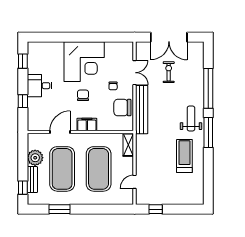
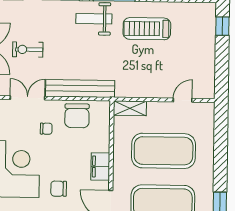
chair: (83, 95) -> (59, 189), moved
door: (135, 182) -> (183, 100), swing flipped
window: (156, 209) -> (222, 26), moved

